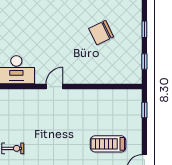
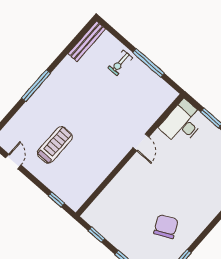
chair: (101, 33) -> (166, 227), moved

